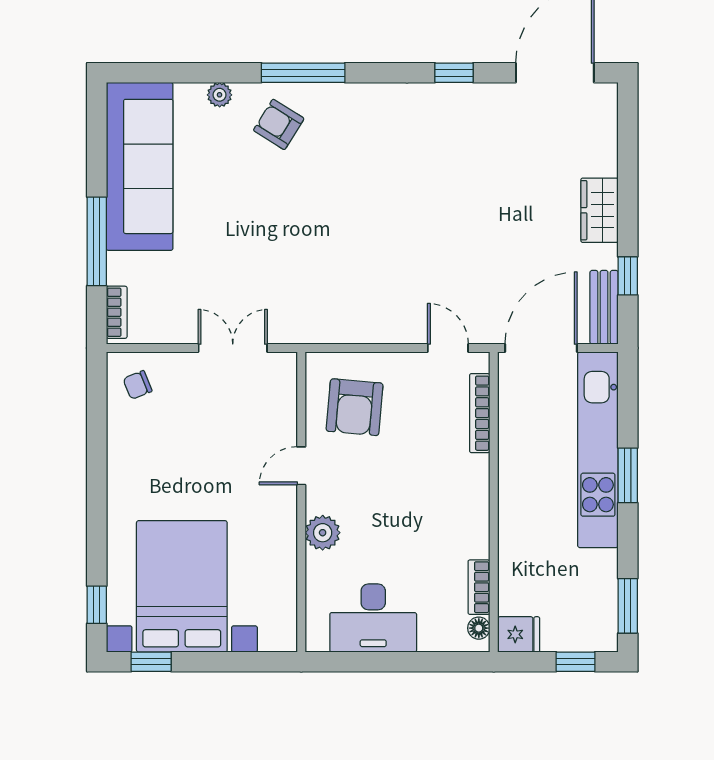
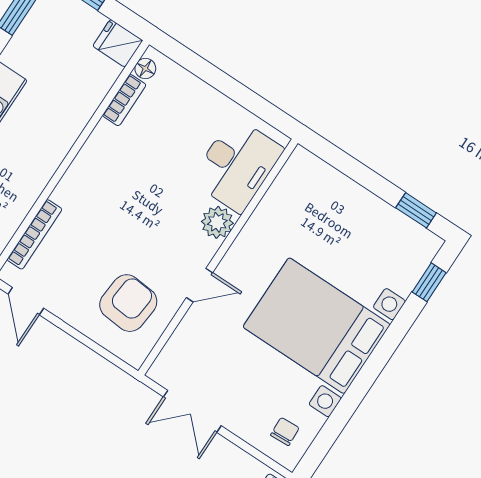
chair: (138, 385) -> (285, 431), turned -71
bed with nightstands: (182, 586) -> (317, 326), moved, turned 90
desk: (373, 618) -> (237, 165), moved, turned 90

